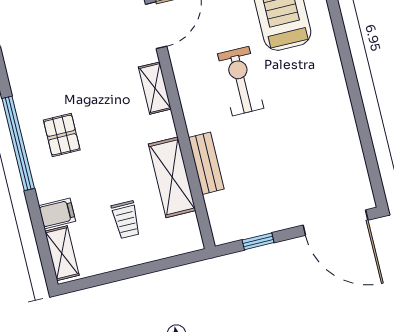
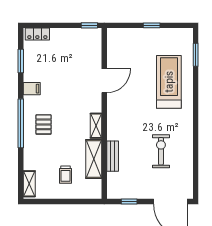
exercise bike: (241, 81) -> (161, 151), moved
shelving: (155, 88) -> (96, 126), moved
filing cabinet: (57, 213) -> (32, 89), moved

